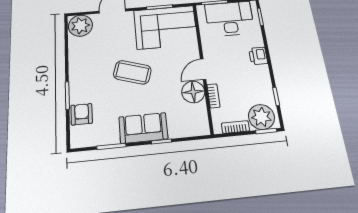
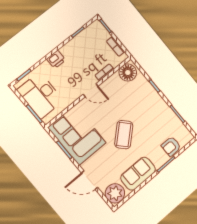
coffee table: (132, 72) -> (124, 135), turned 30
floor lamp: (193, 92) -> (128, 73), moved
plant: (261, 117) -> (98, 34), removed
sofa: (143, 128) -> (138, 174), moved, turned 90

